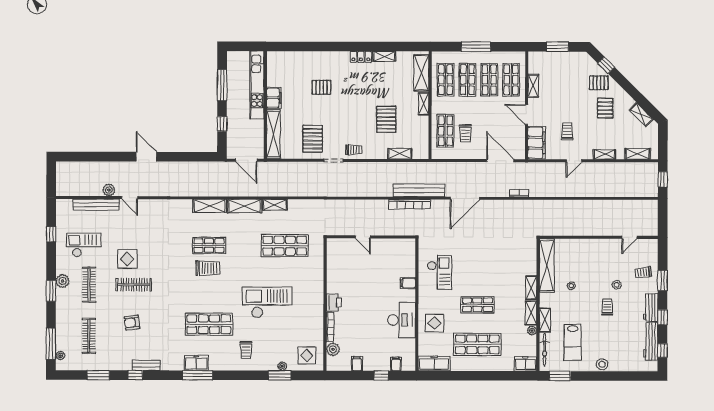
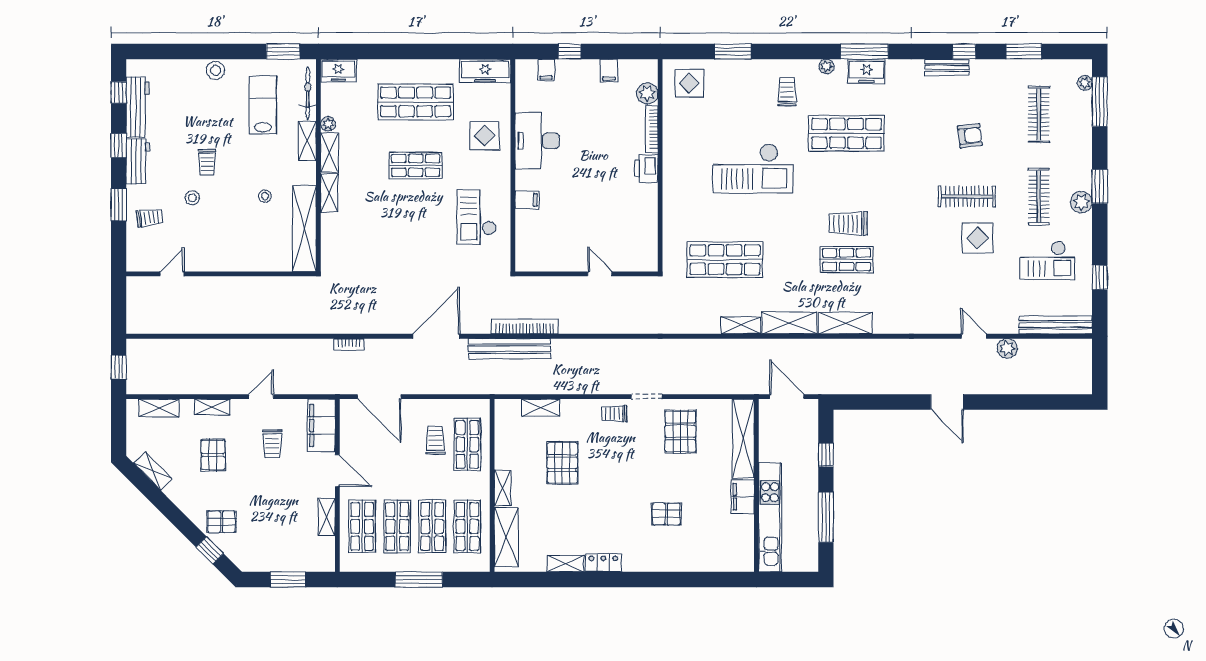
pallet: (605, 108) -> (213, 455), moved
bench: (96, 205) -> (1056, 325), moved
plant: (282, 366) -> (826, 66), moved

